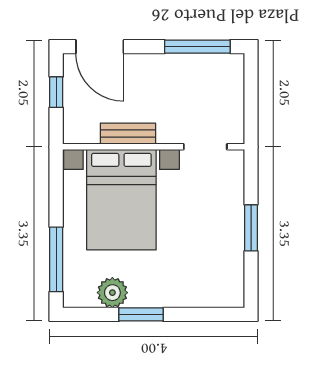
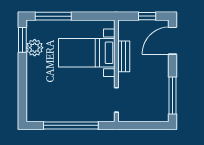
bed with nightstands: (121, 200) -> (87, 53), width x0.73
window: (251, 228) -> (71, 125), width x2.11
window: (141, 314) -> (22, 40), moved

